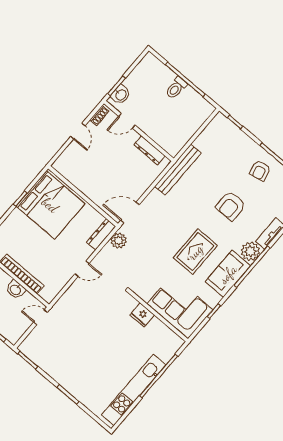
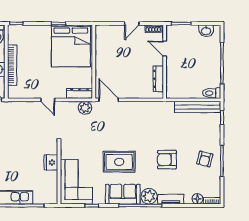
toilet: (176, 88) -> (212, 93), moved
washbasin: (121, 95) -> (206, 31), moved
bench: (178, 170) -> (198, 107), moved
armchair: (260, 171) -> (205, 159), turned -63

